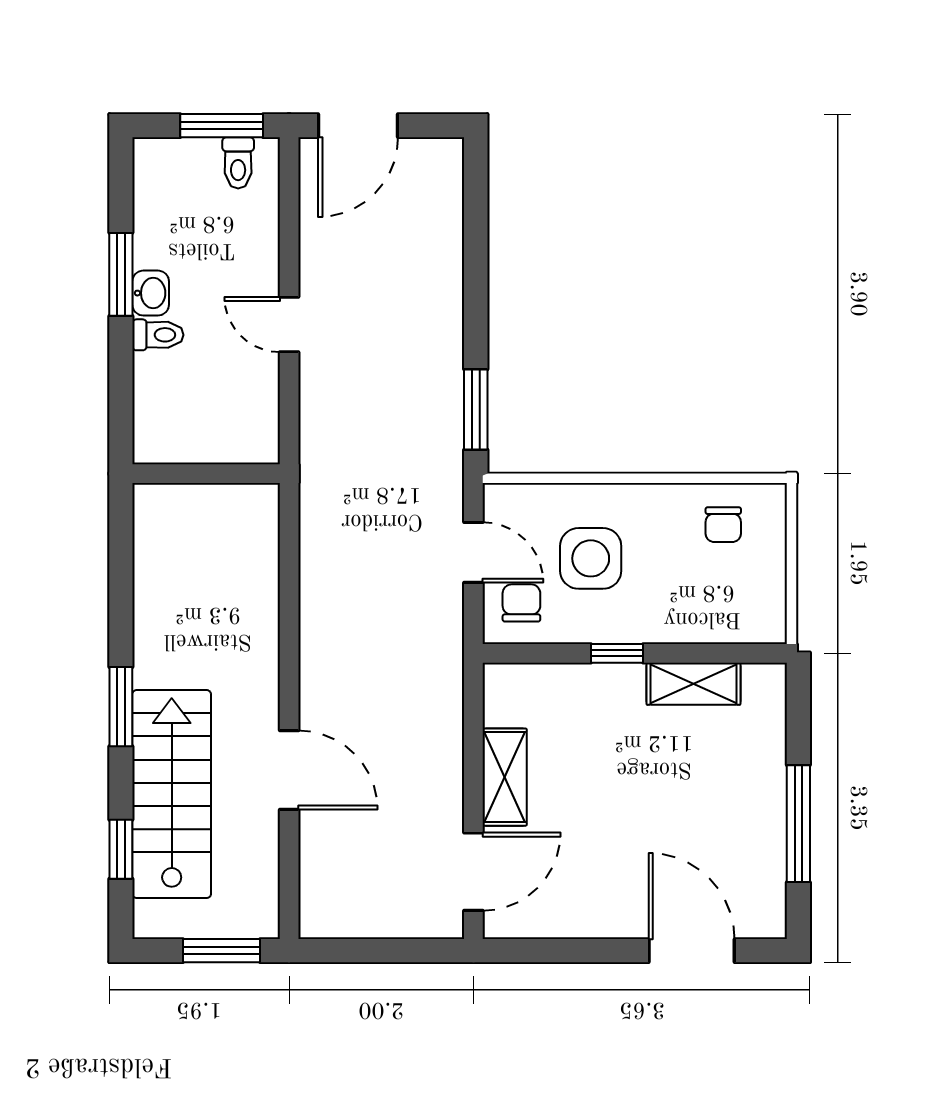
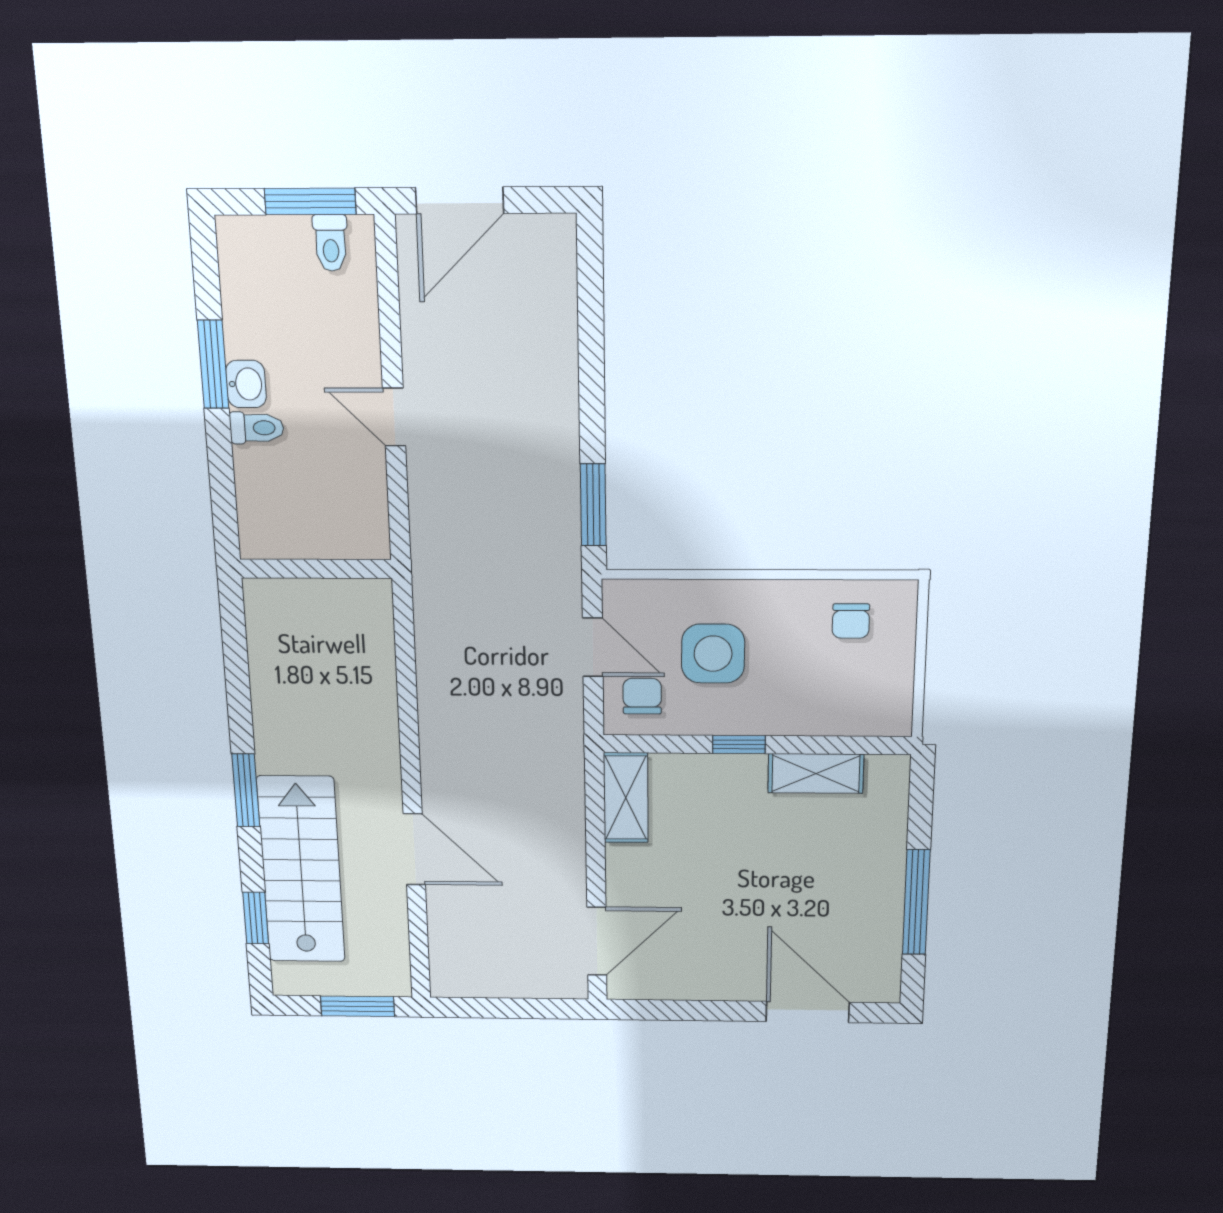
shelving: (505, 777) -> (626, 798), moved

